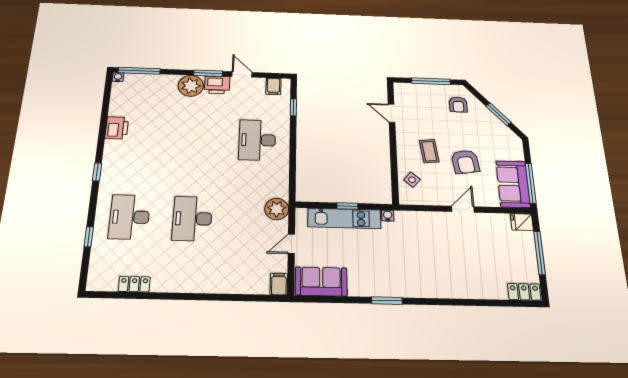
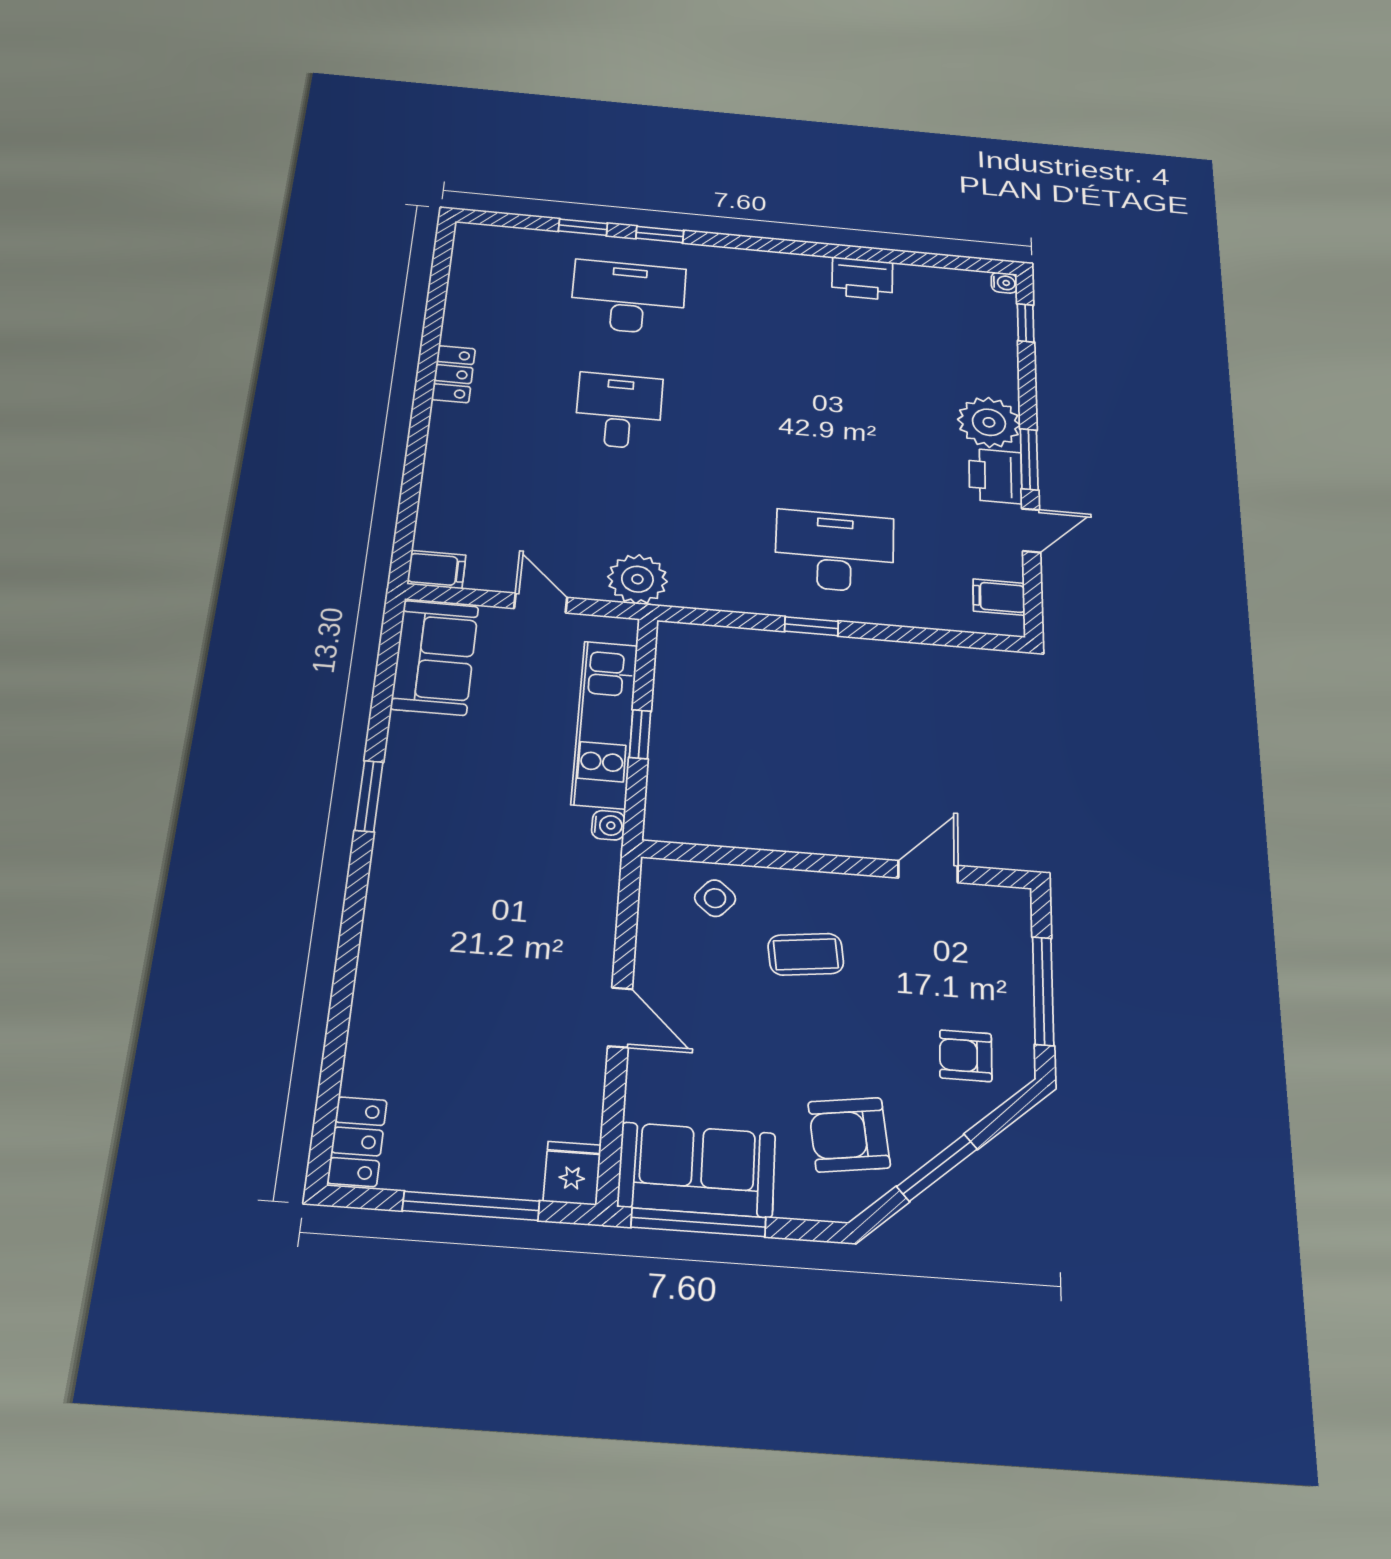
window: (139, 71) -> (1026, 323), width x0.46
window: (293, 107) -> (811, 626), moved
armchair: (465, 162) -> (849, 1135), moved
window: (97, 172) -> (660, 234), moved
desk: (192, 219) -> (619, 411), width x0.73
locker: (134, 284) -> (453, 374), moved

